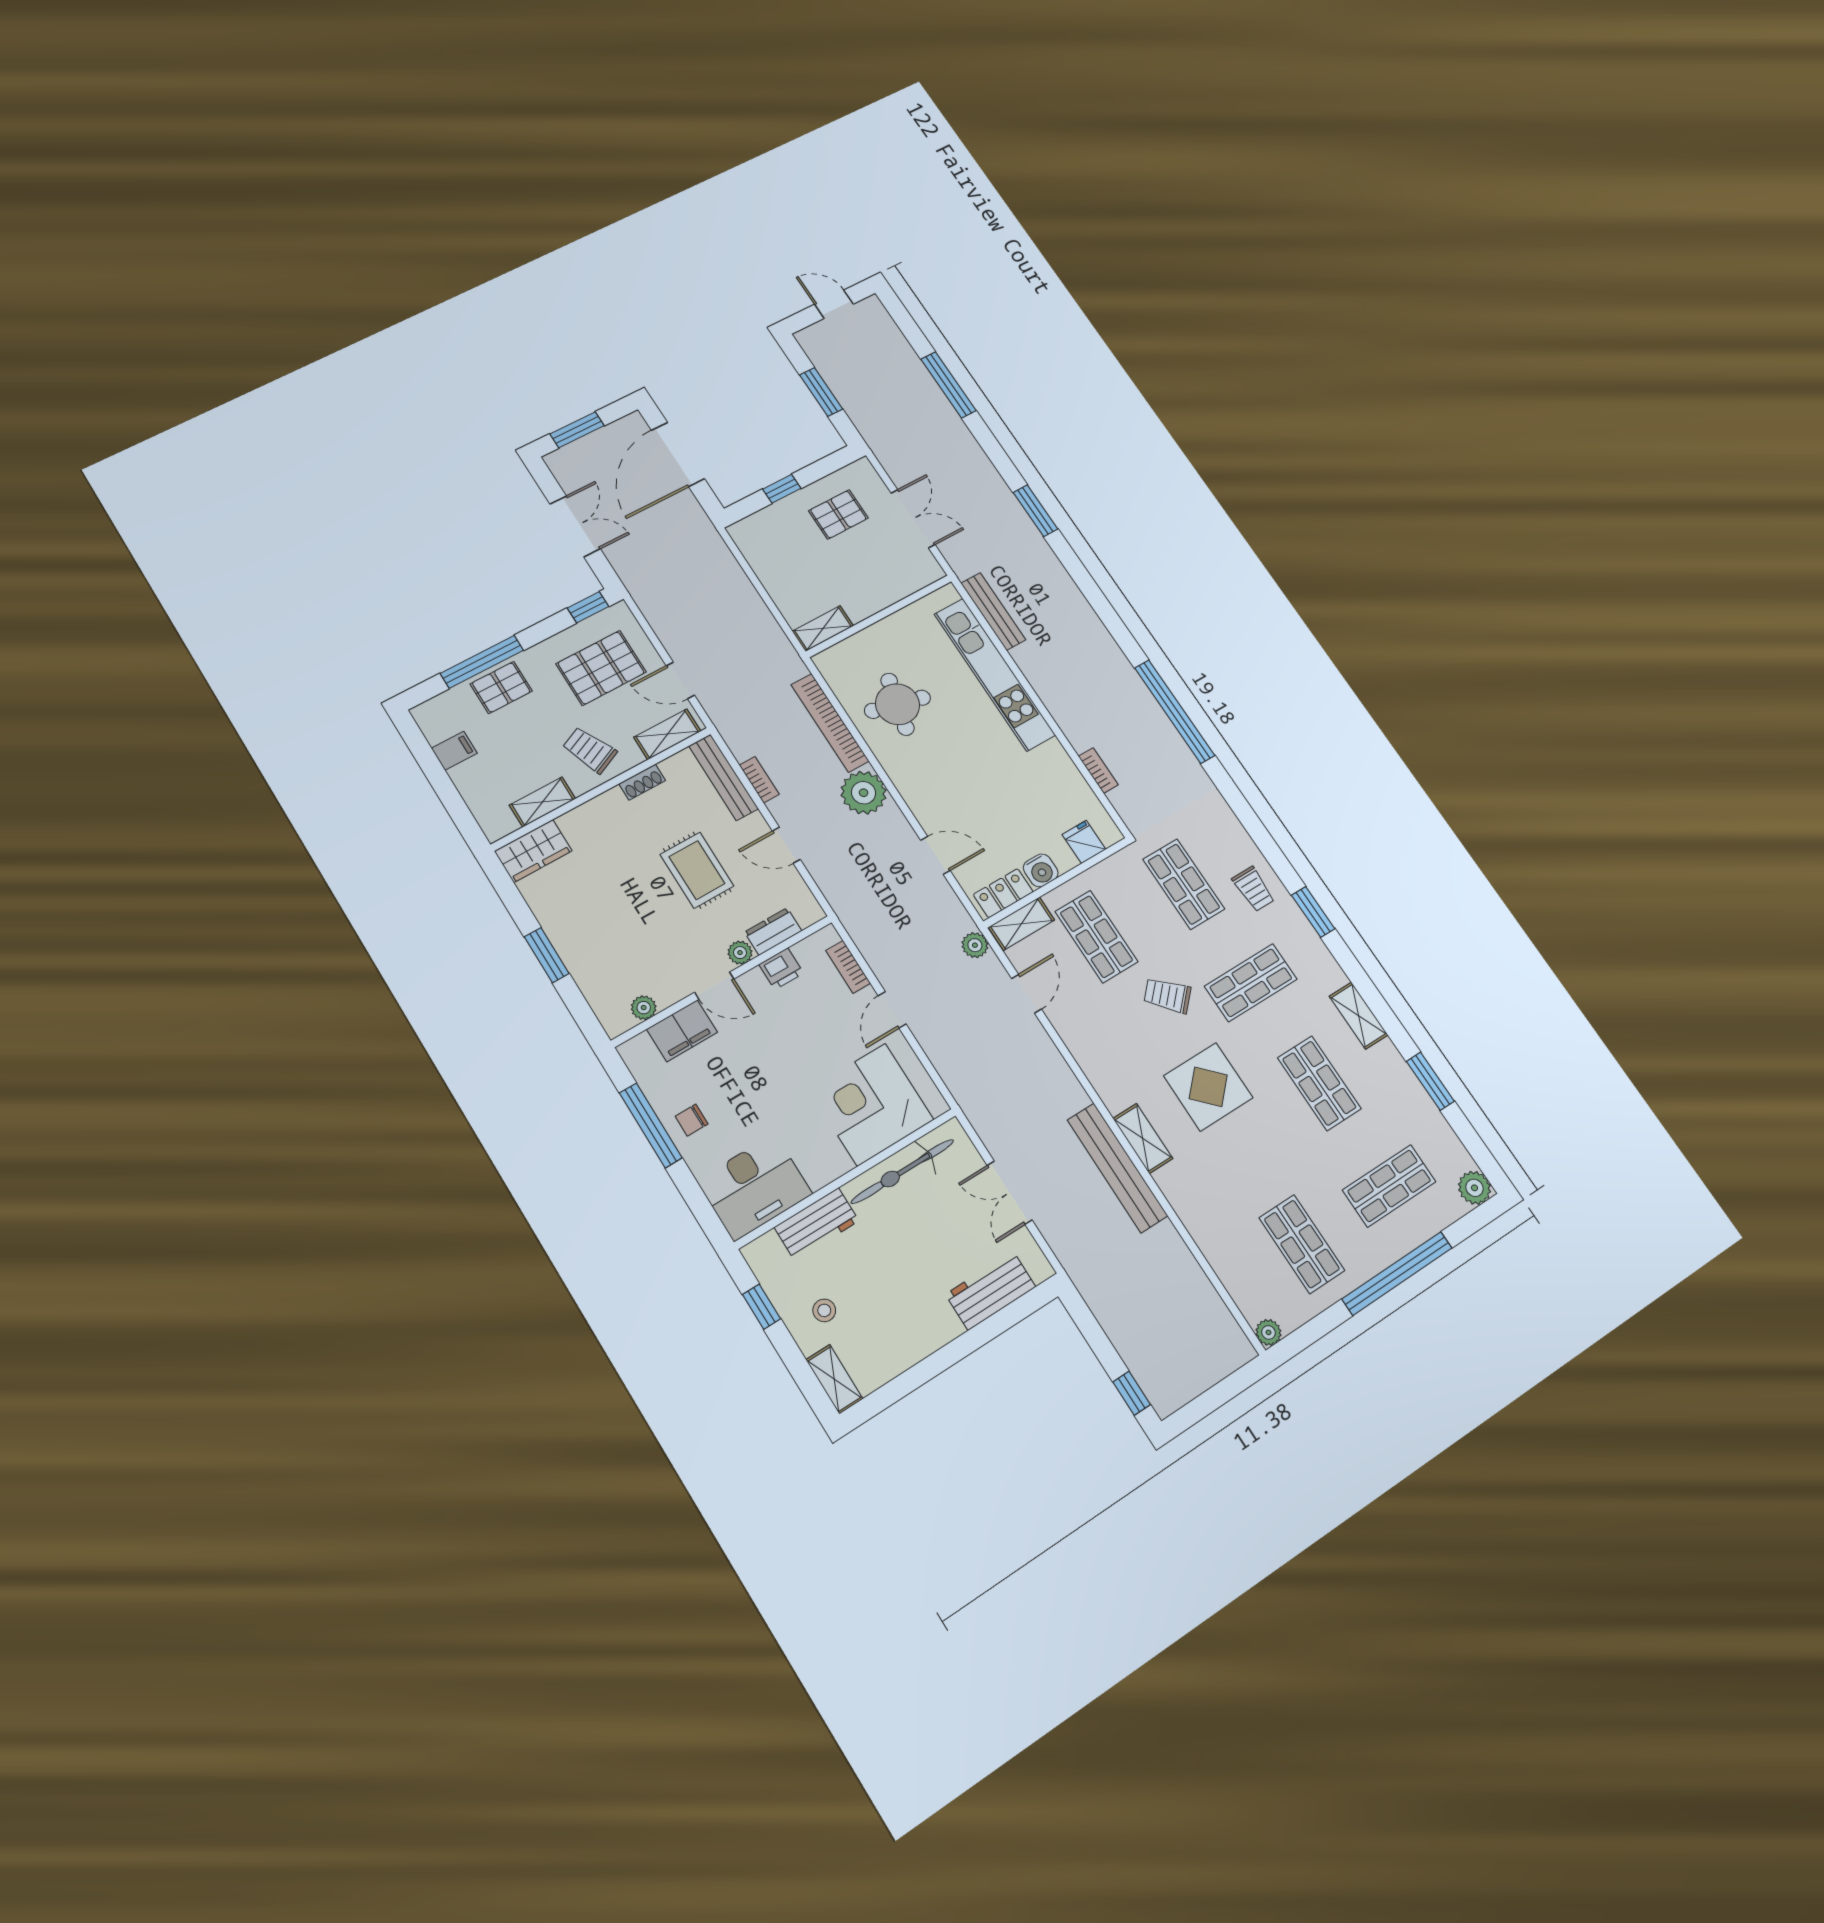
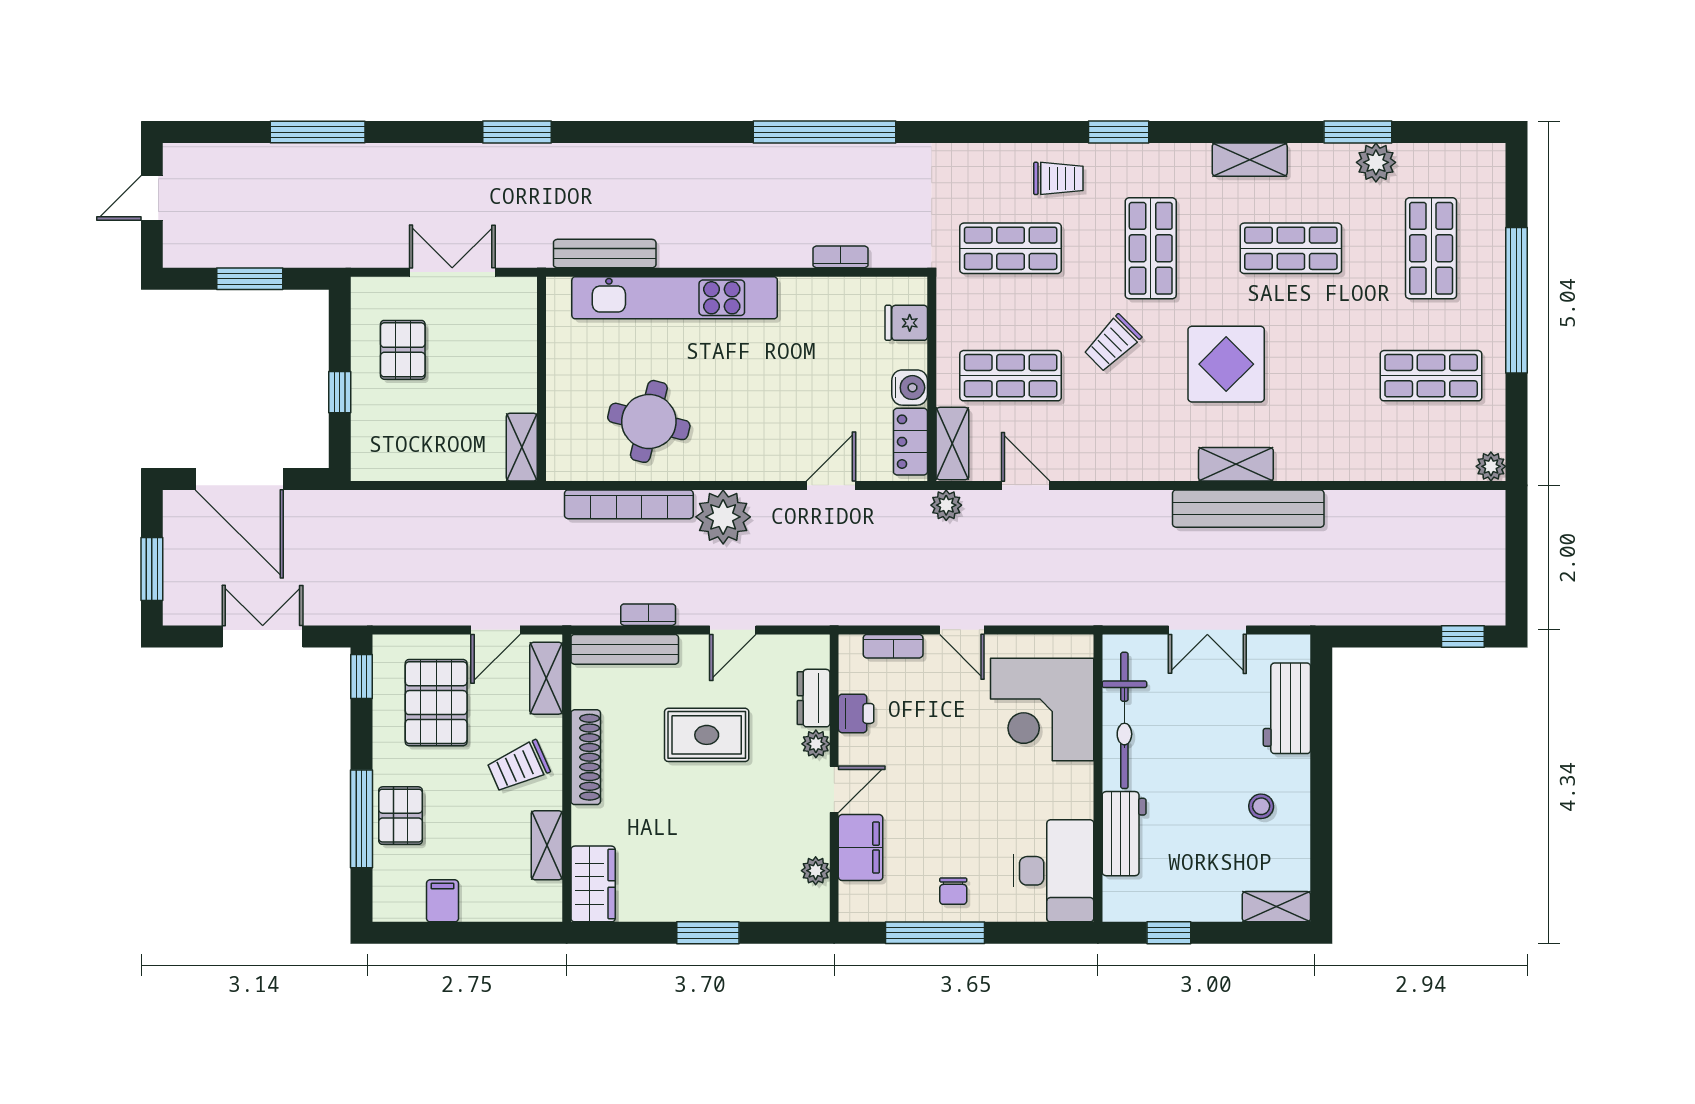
shoe rack: (642, 782) -> (586, 757), width x1.94, depth x1.24
plant: (1474, 1188) -> (1376, 162), moved
stool: (824, 1310) -> (1261, 806), moved

